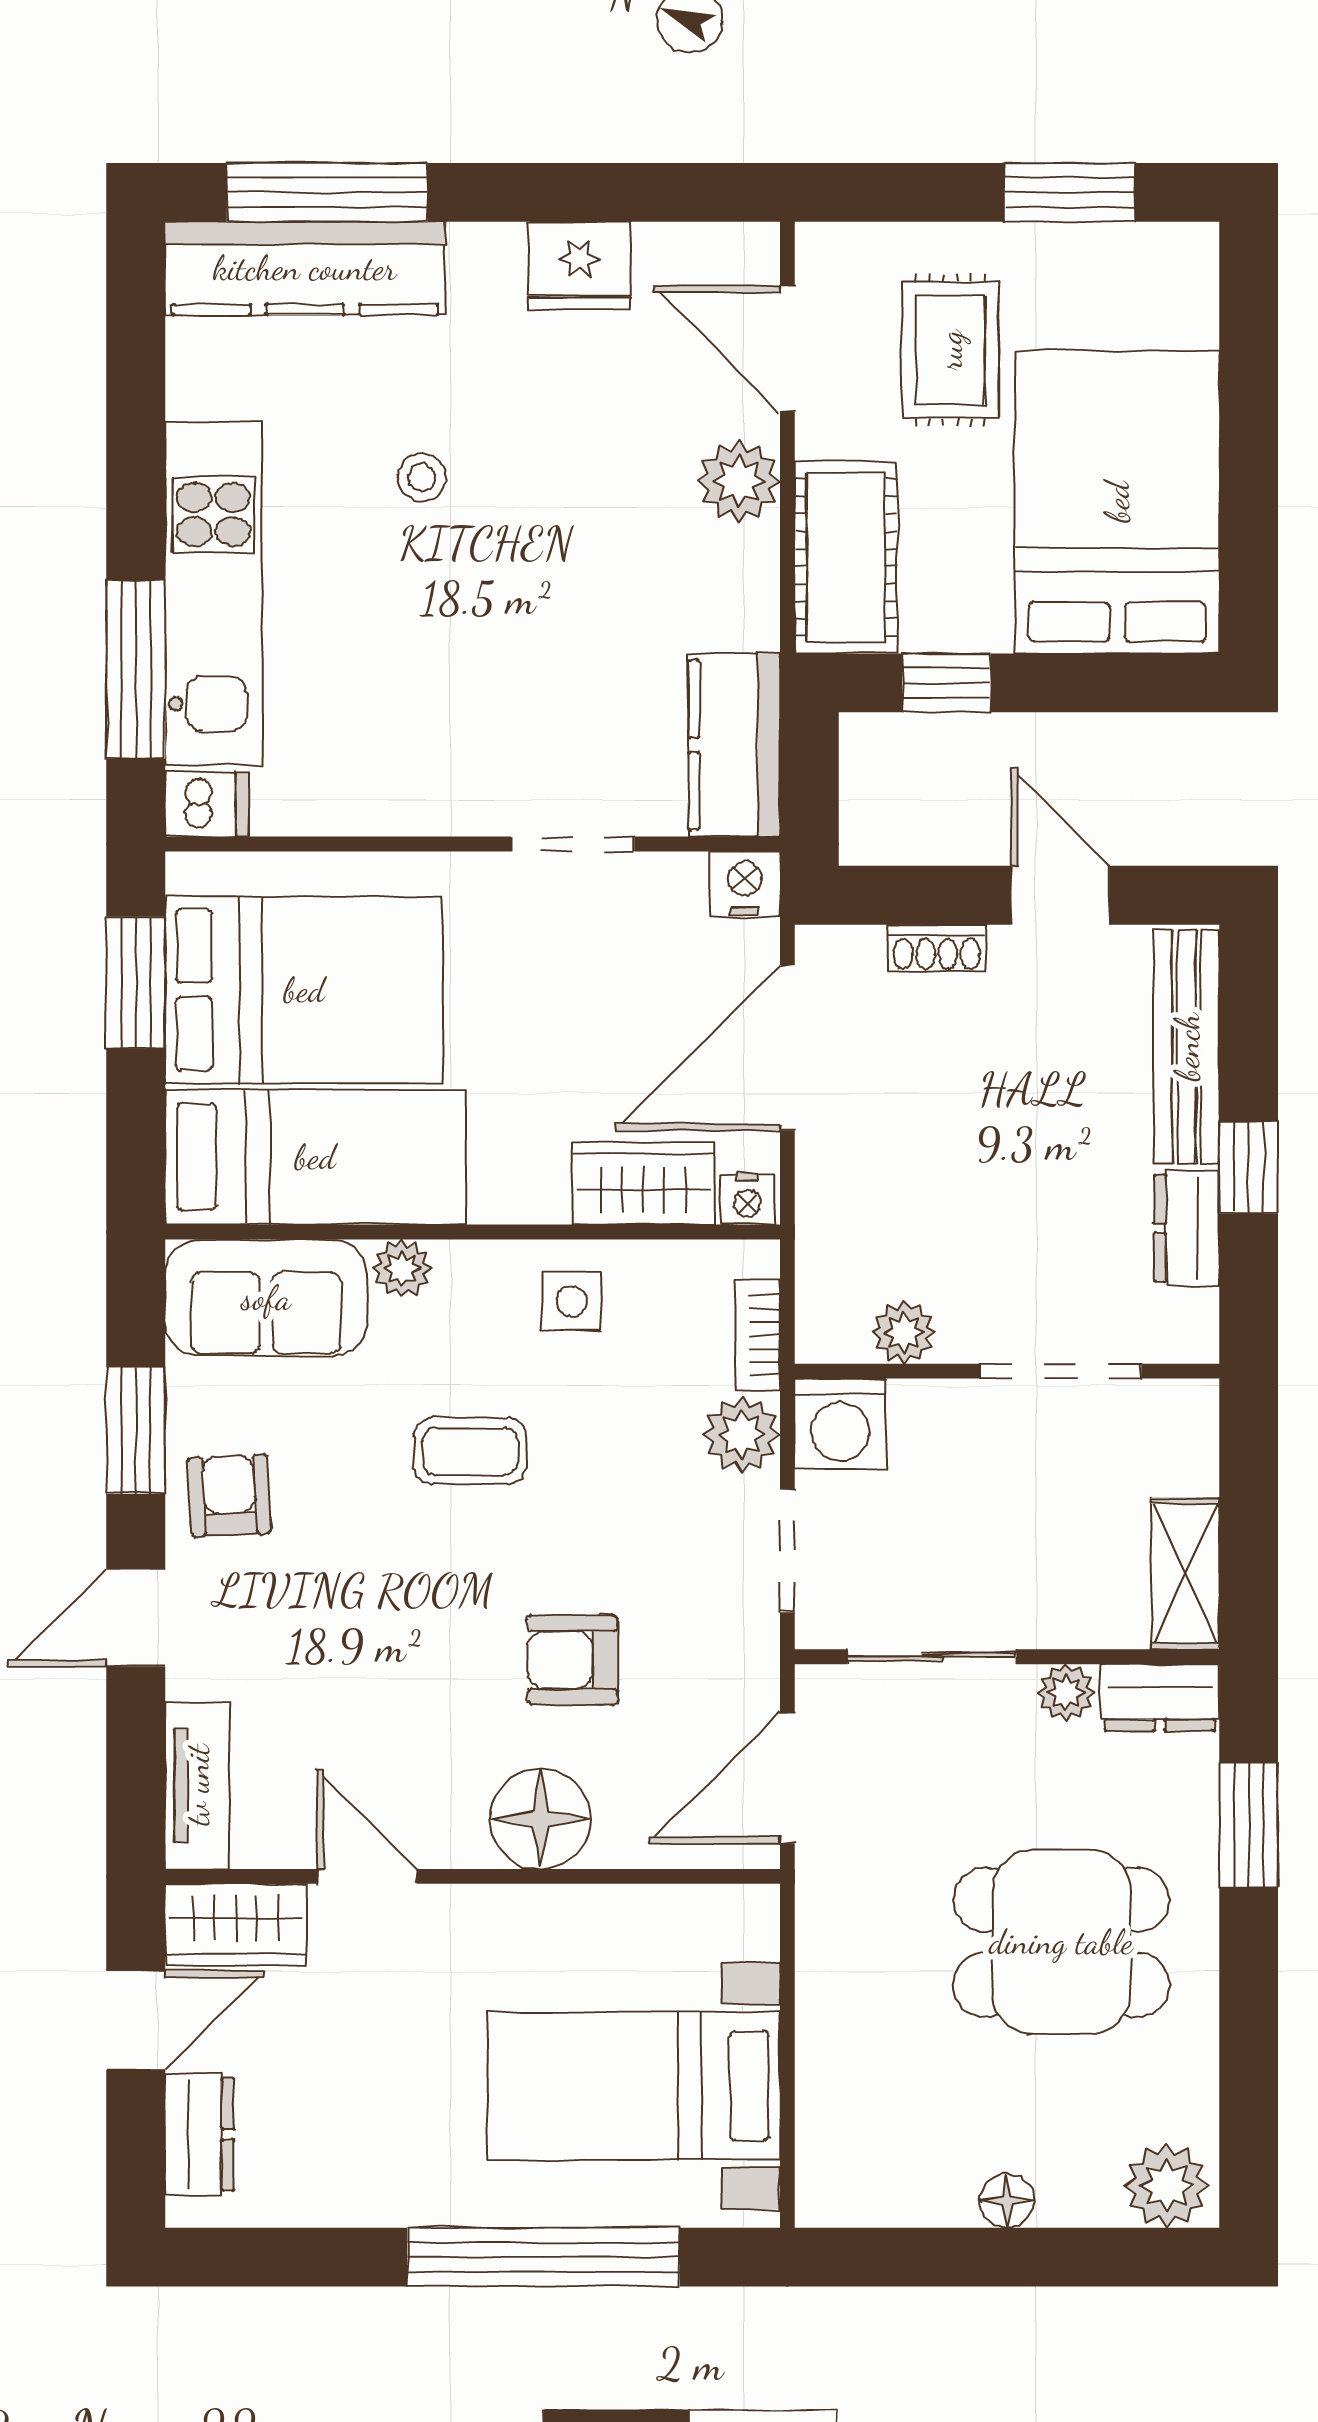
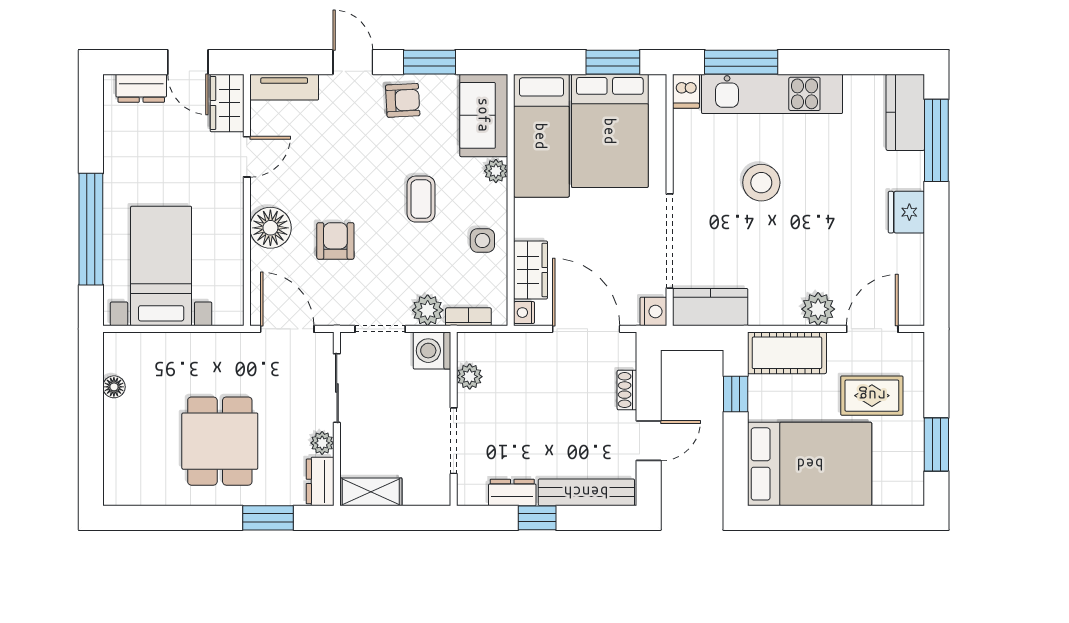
fridge: (579, 266) -> (906, 212), moved
kitchen counter: (305, 268) -> (905, 112), width x0.67
stool: (422, 478) -> (761, 183), moved, width x1.89, depth x1.89
doorway: (573, 844) -> (670, 241), width x1.88
plant: (1167, 2186) -> (120, 484), removed
floor lamp: (1007, 2201) -> (114, 387), moved

